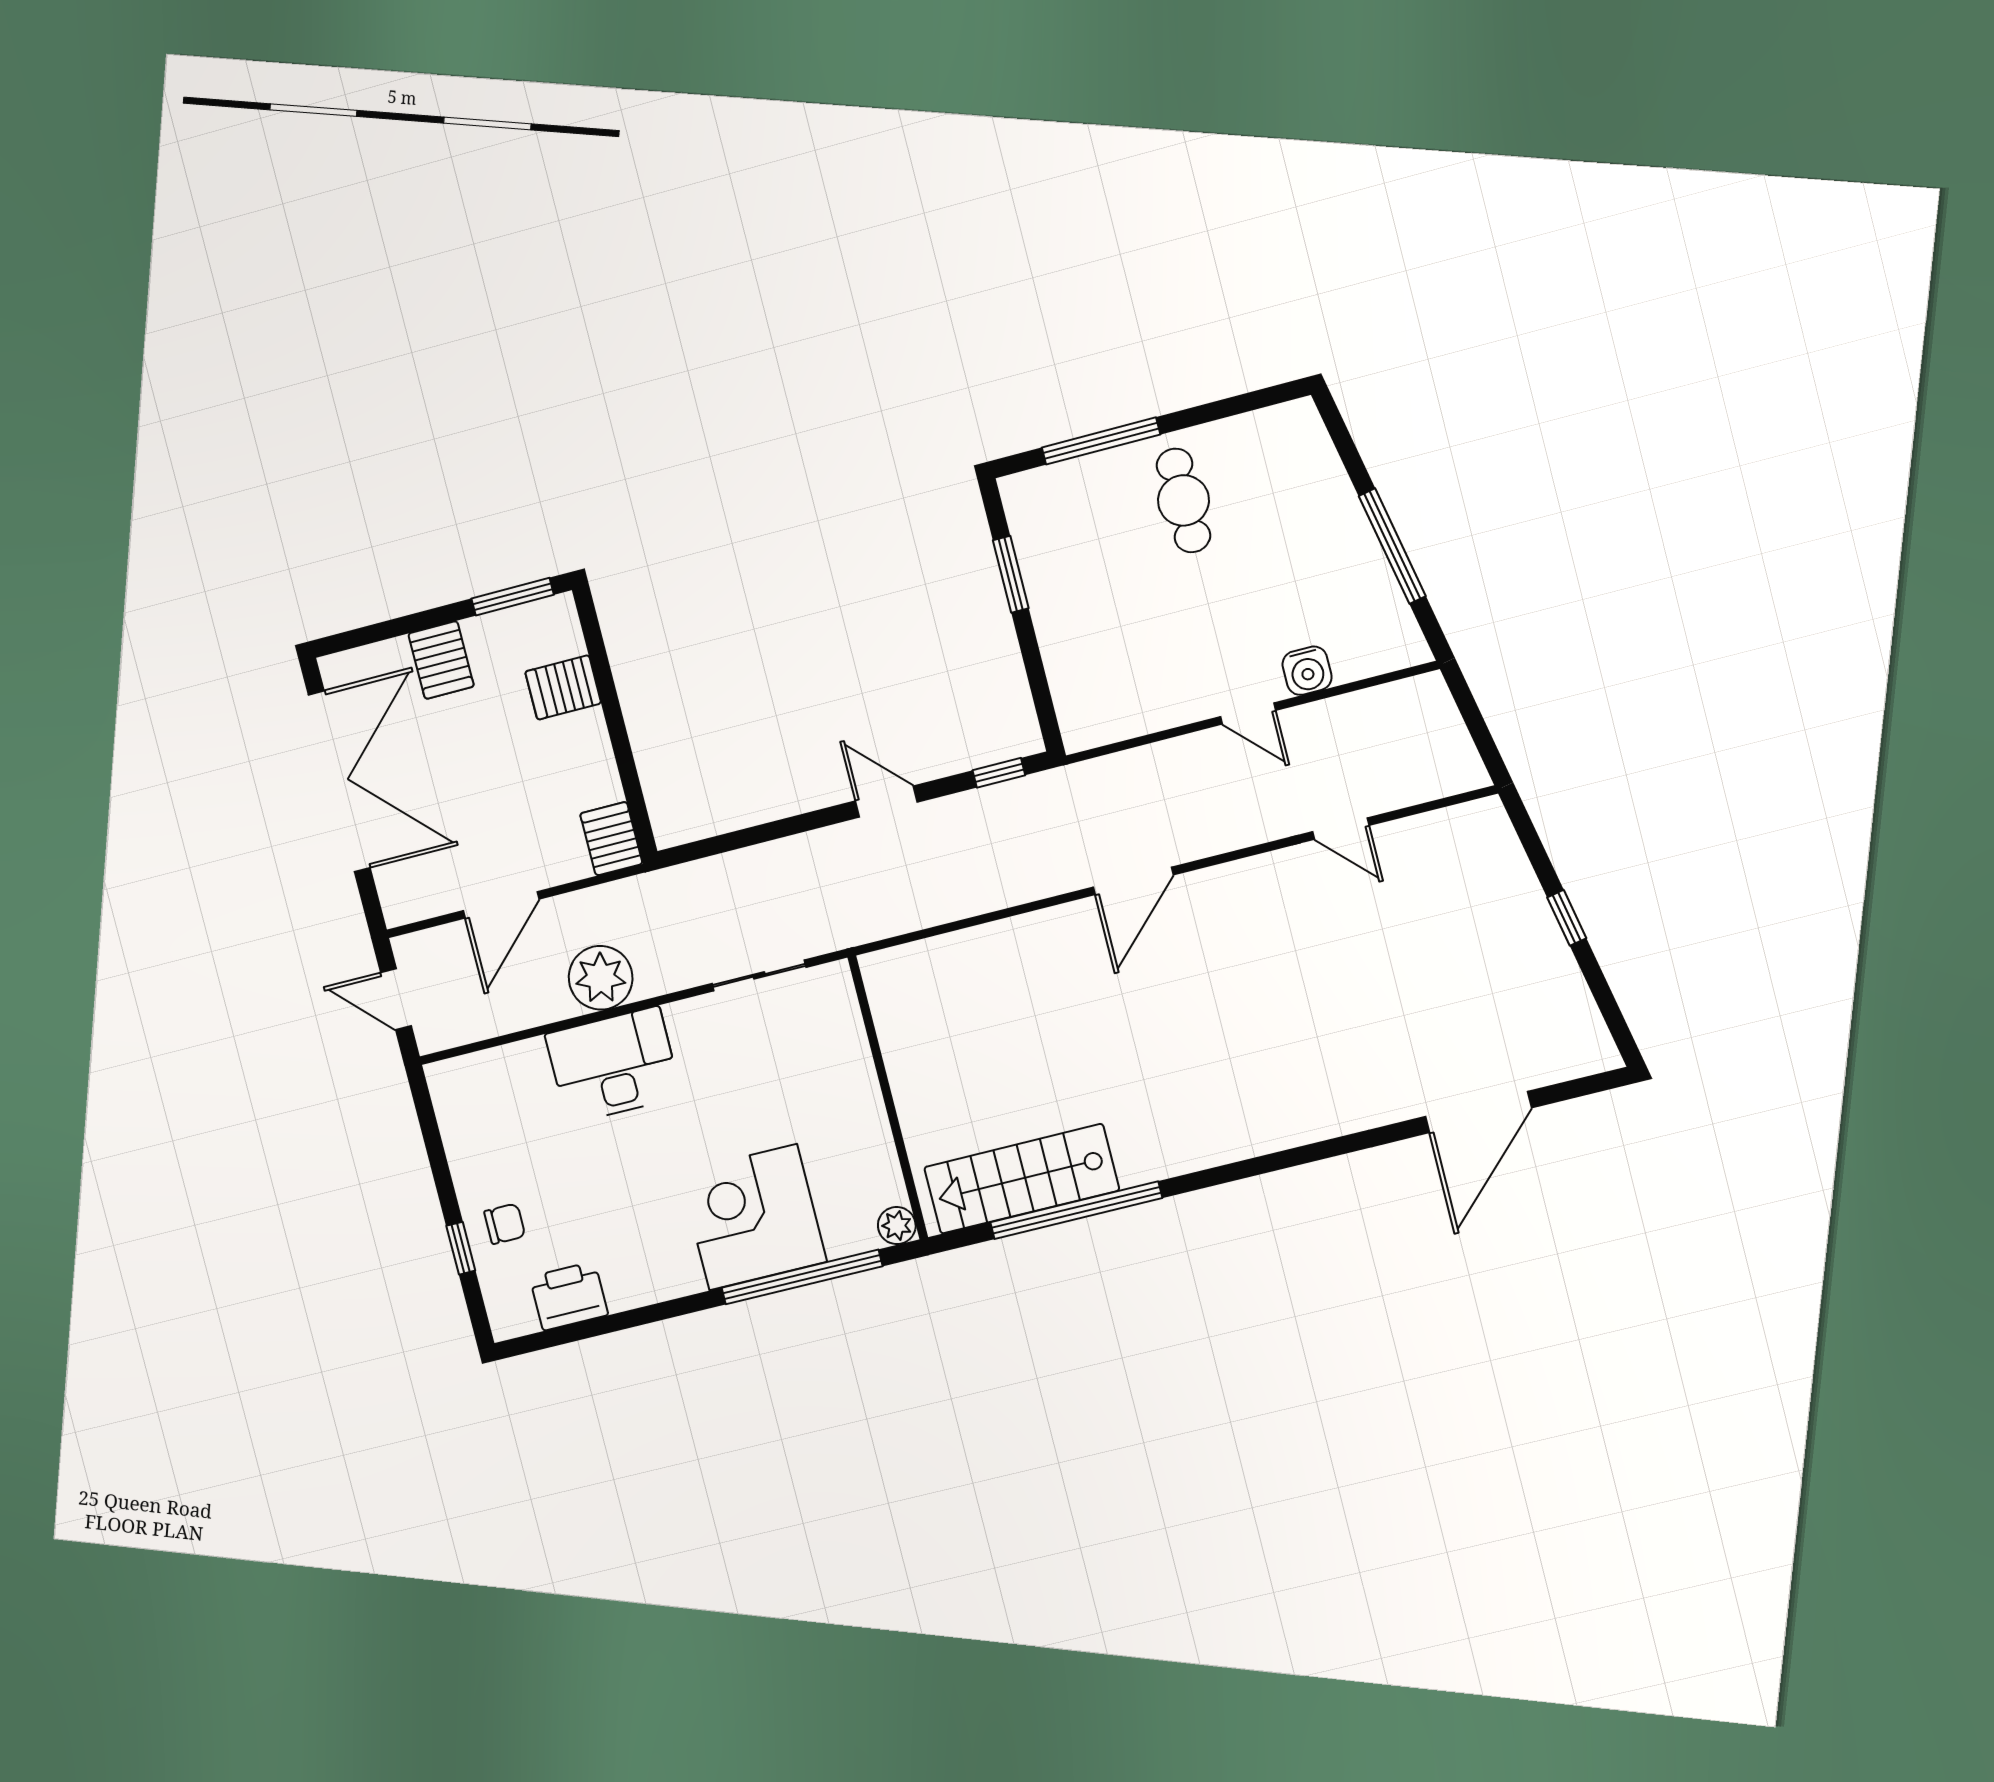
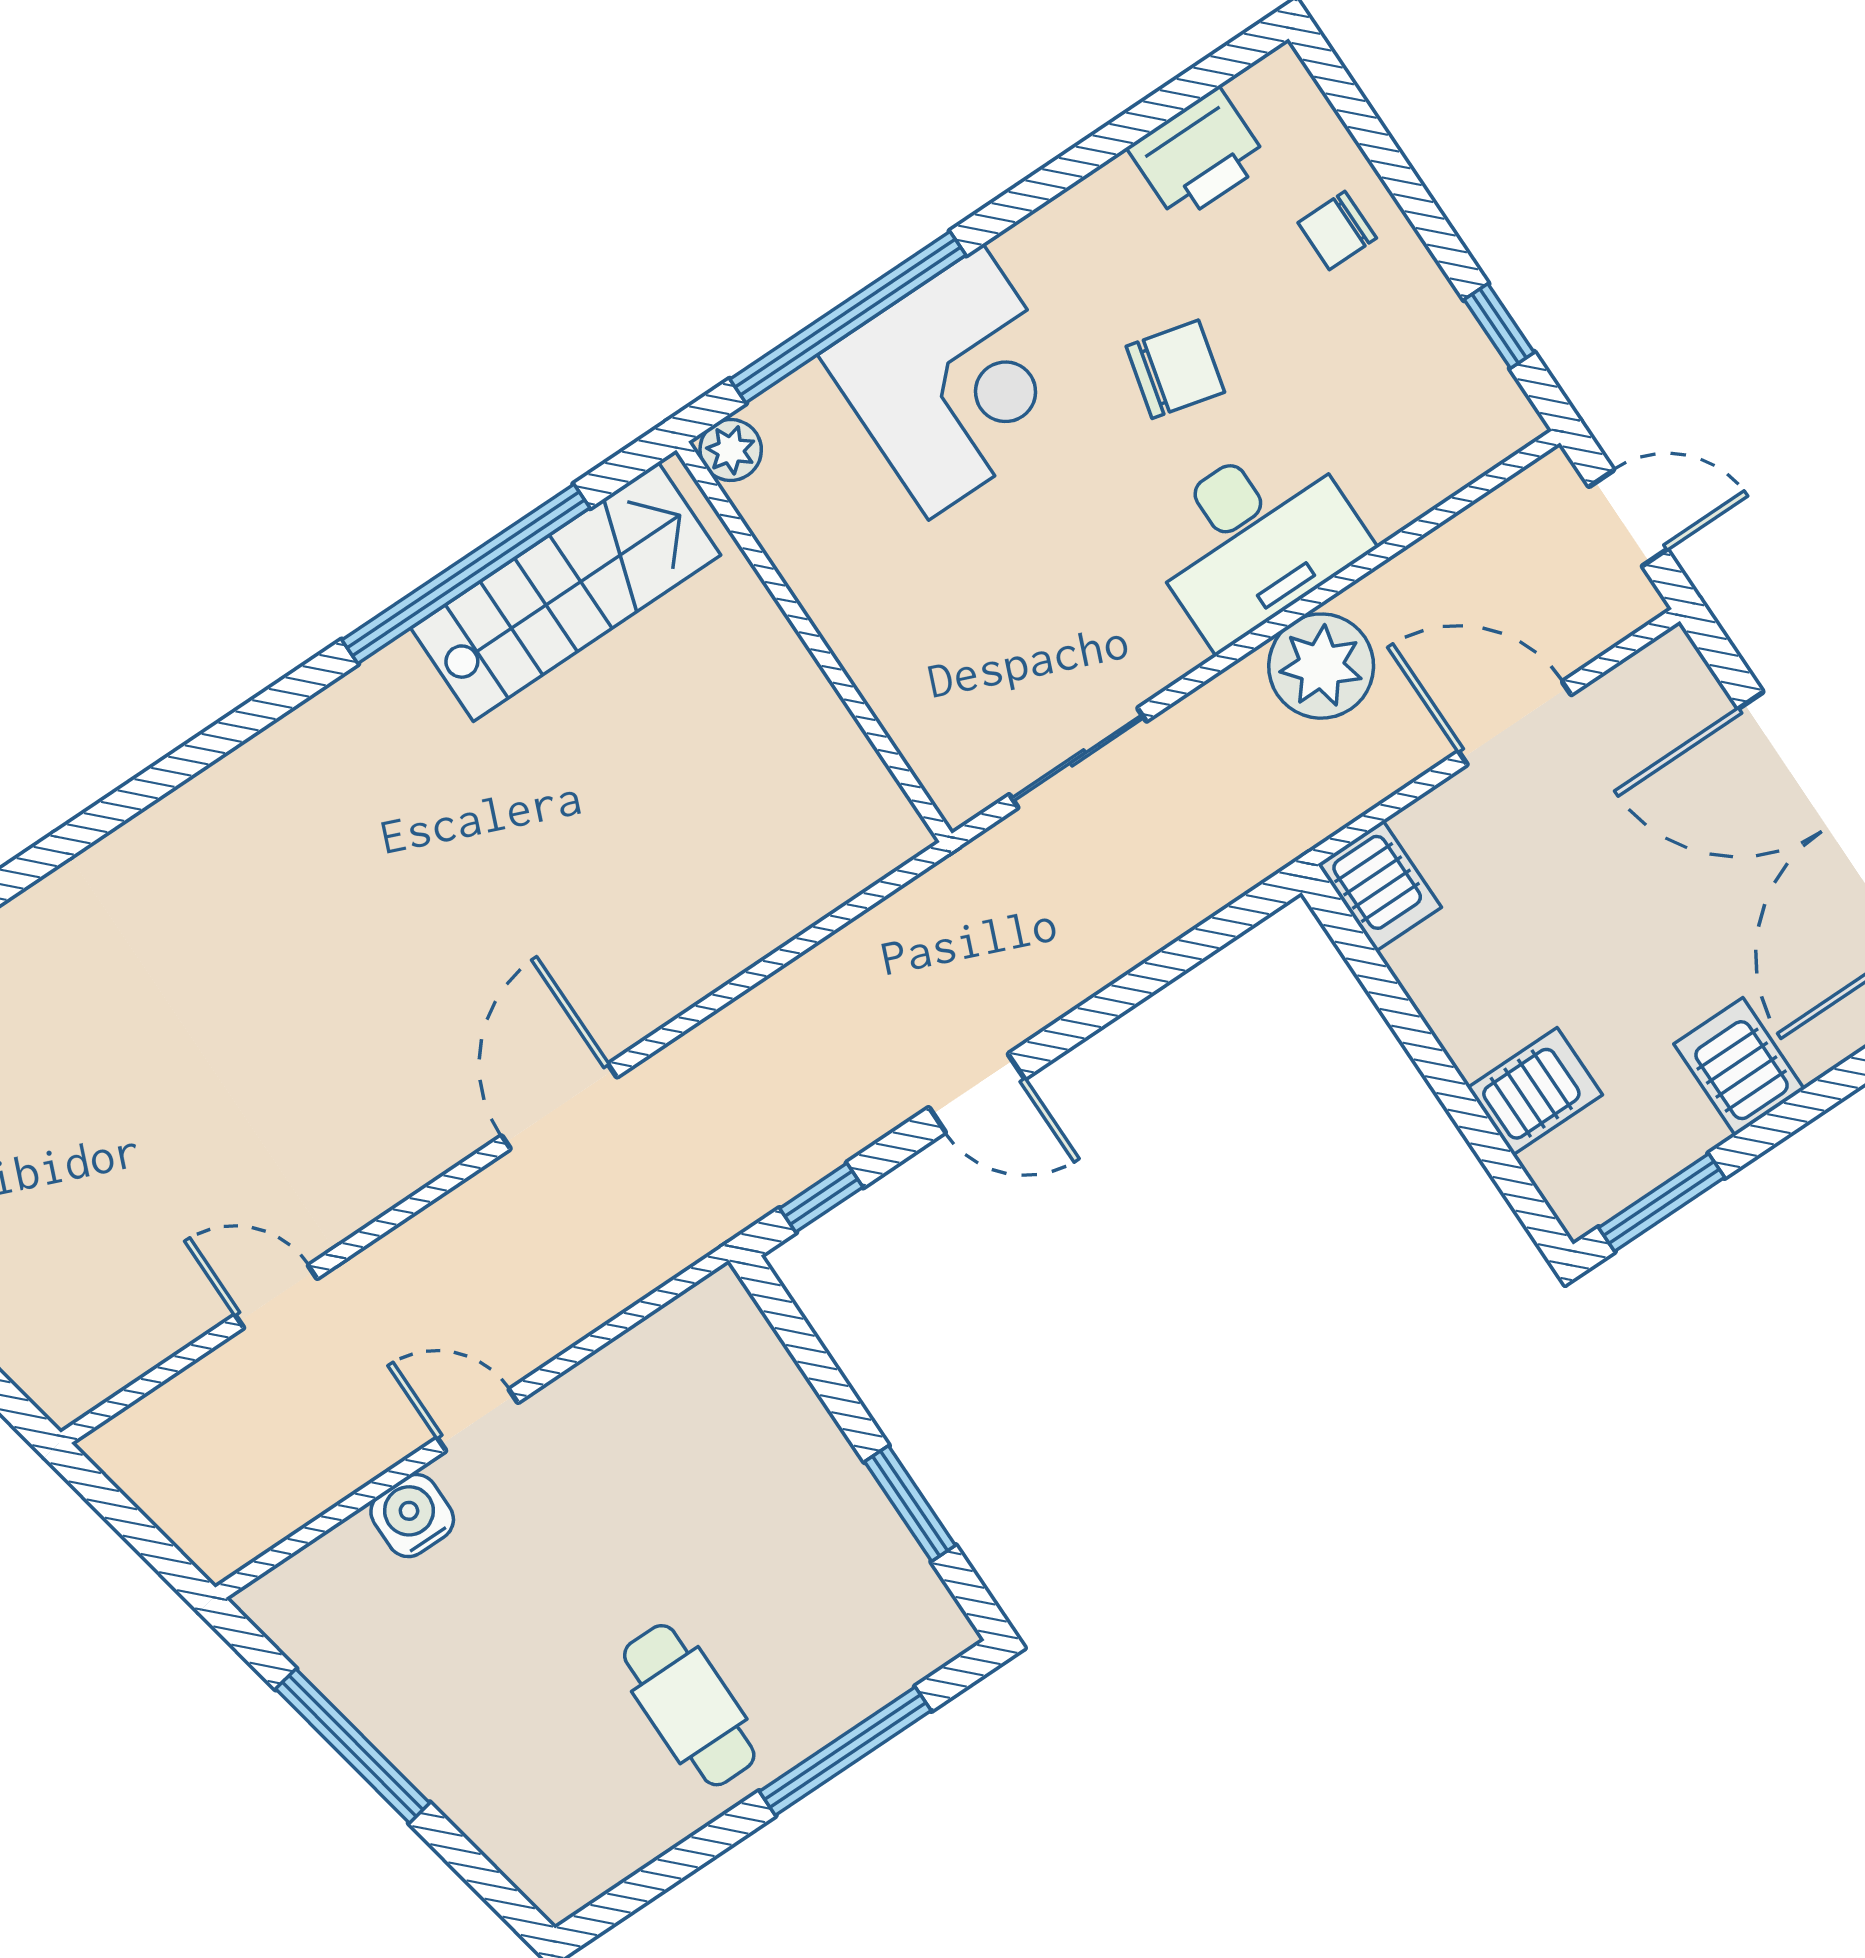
door: (501, 905) -> (1515, 723), hinge flipped
chair: (625, 1178) -> (1175, 369), added
window: (461, 1248) -> (1499, 326), moved

